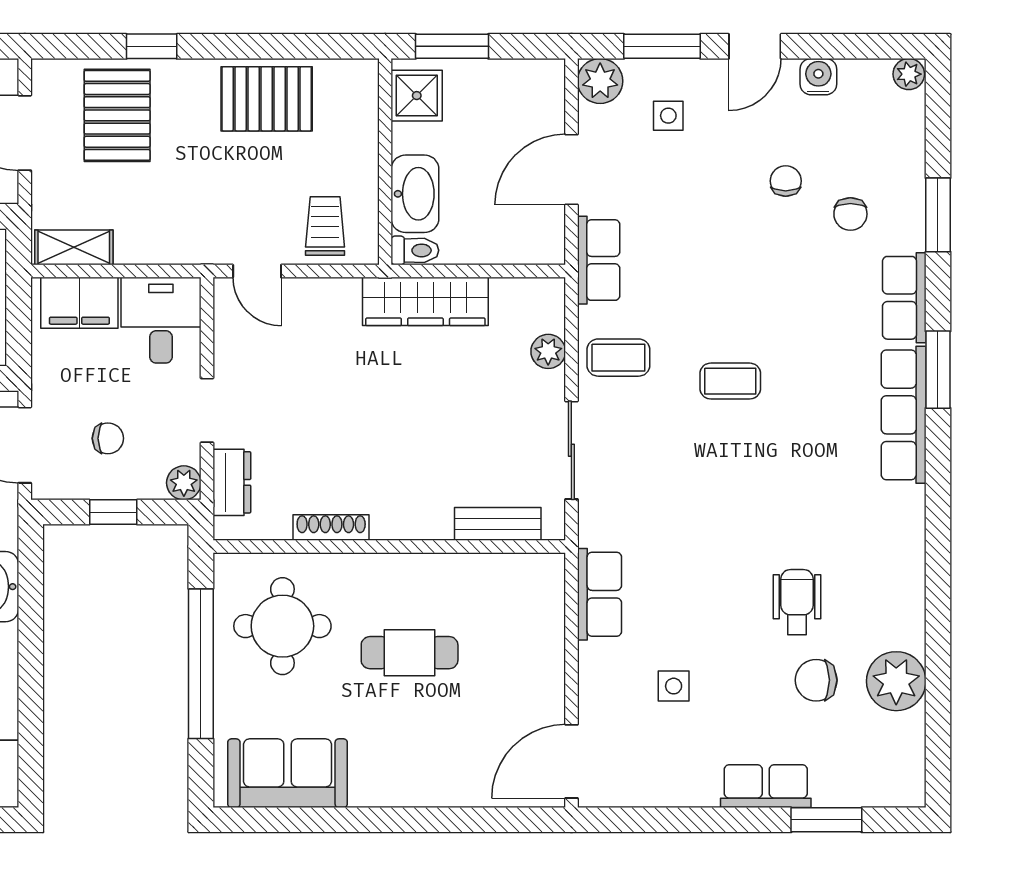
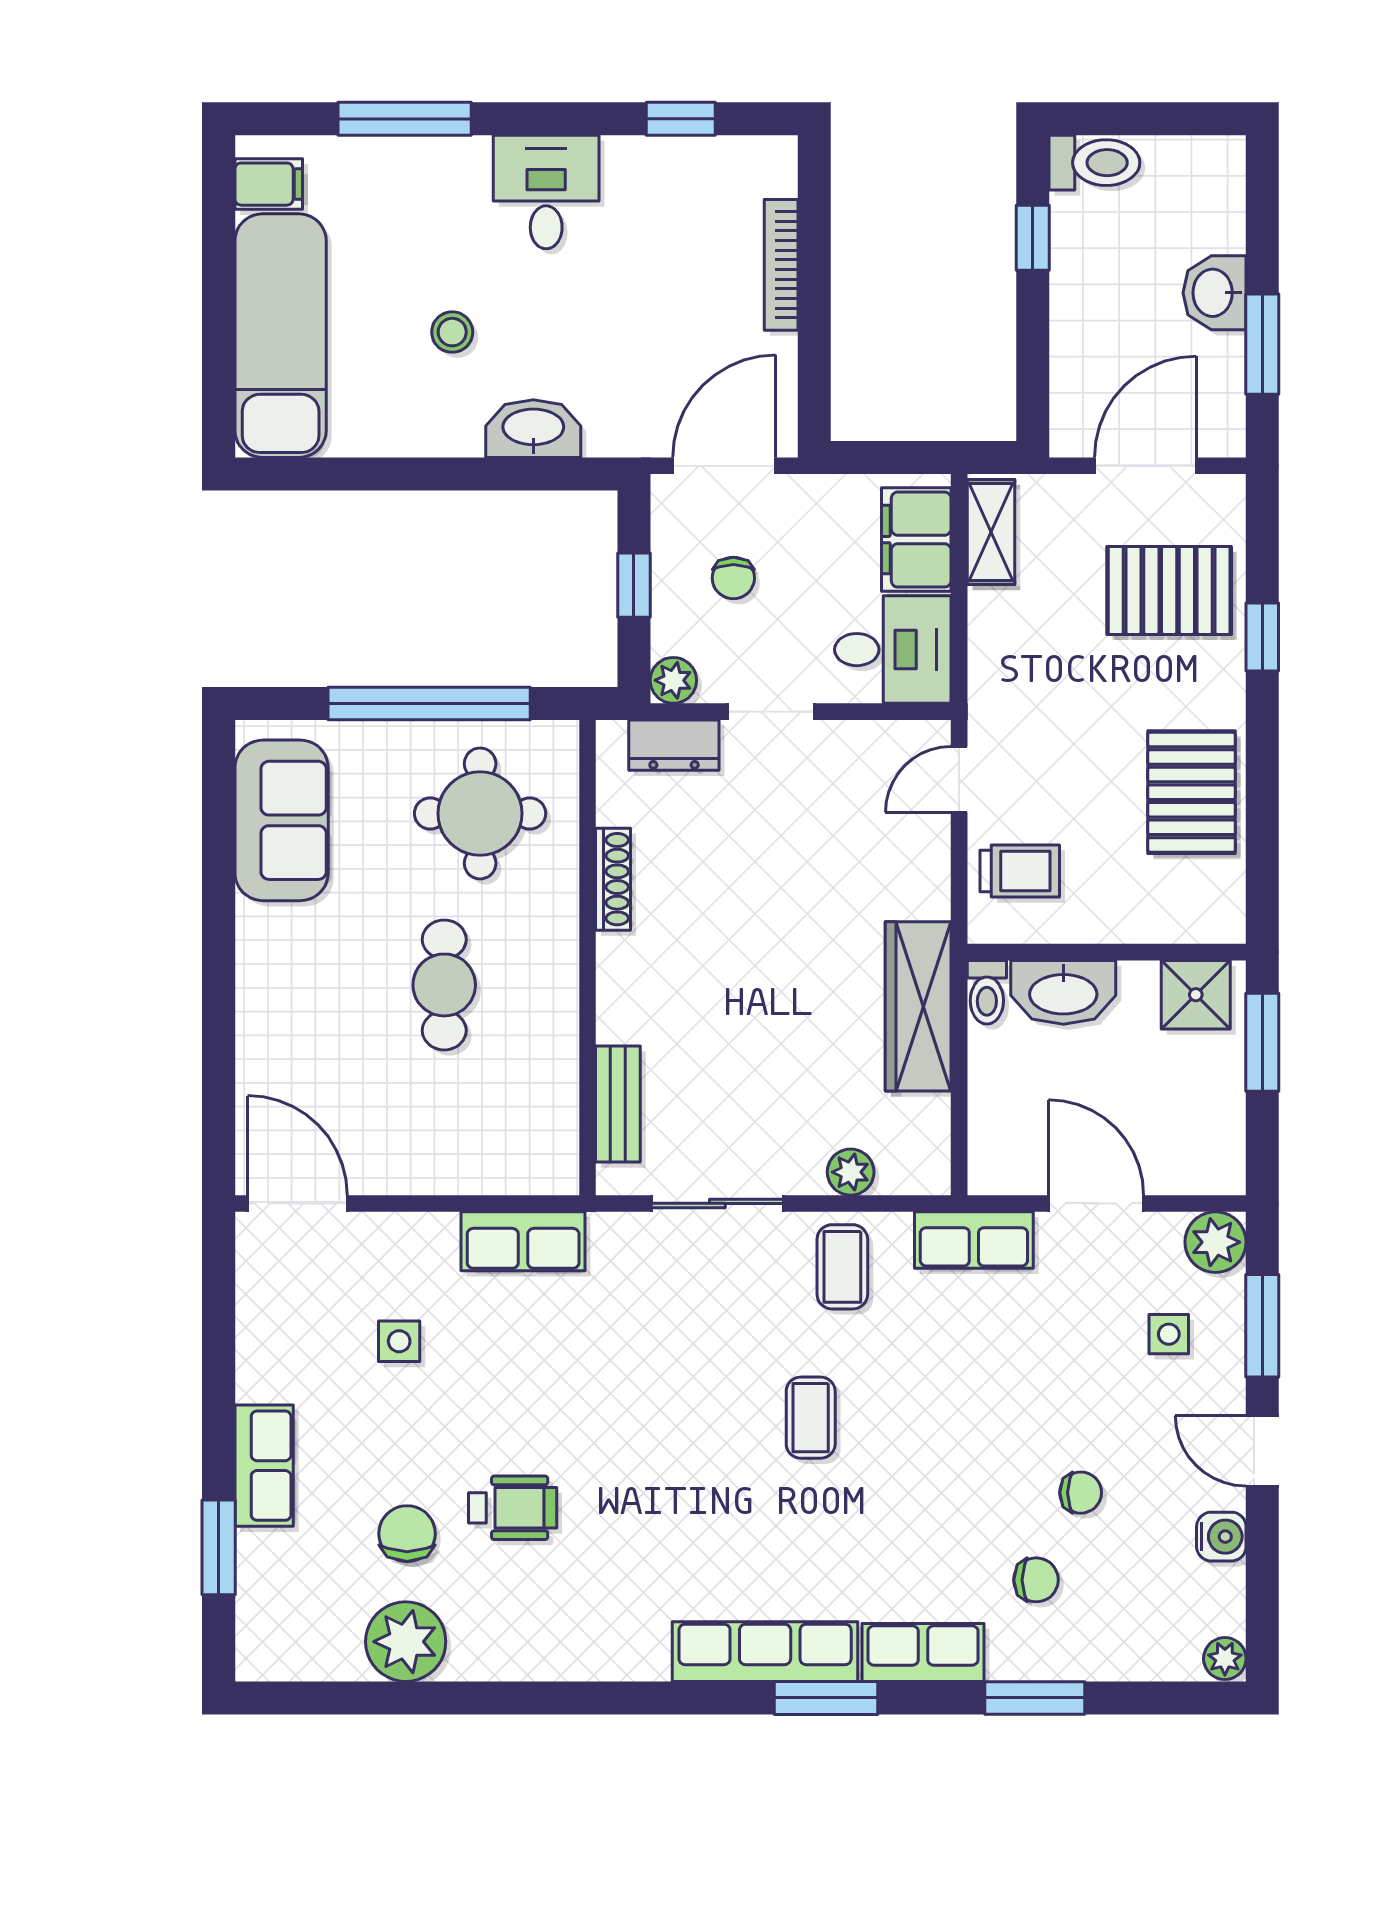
chair: (850, 214) -> (1036, 1580), turned 180

